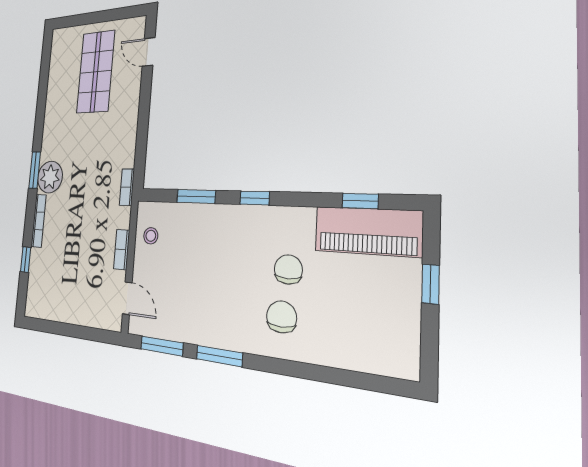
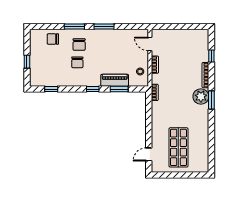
door: (149, 52) -> (149, 154), swing flipped
piano: (367, 231) -> (115, 80), moved, width x0.73, depth x0.75
chair: (351, 342) -> (53, 39), added
window: (162, 346) -> (74, 27), moved

